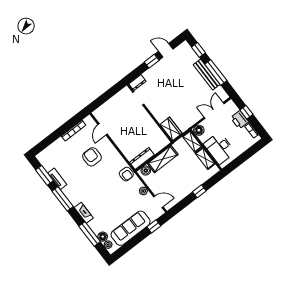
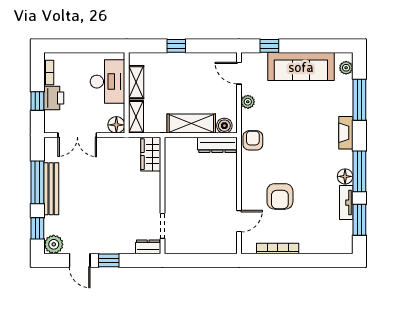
plant: (184, 48) -> (54, 244), added
floor lamp: (103, 237) -> (345, 176), moved

